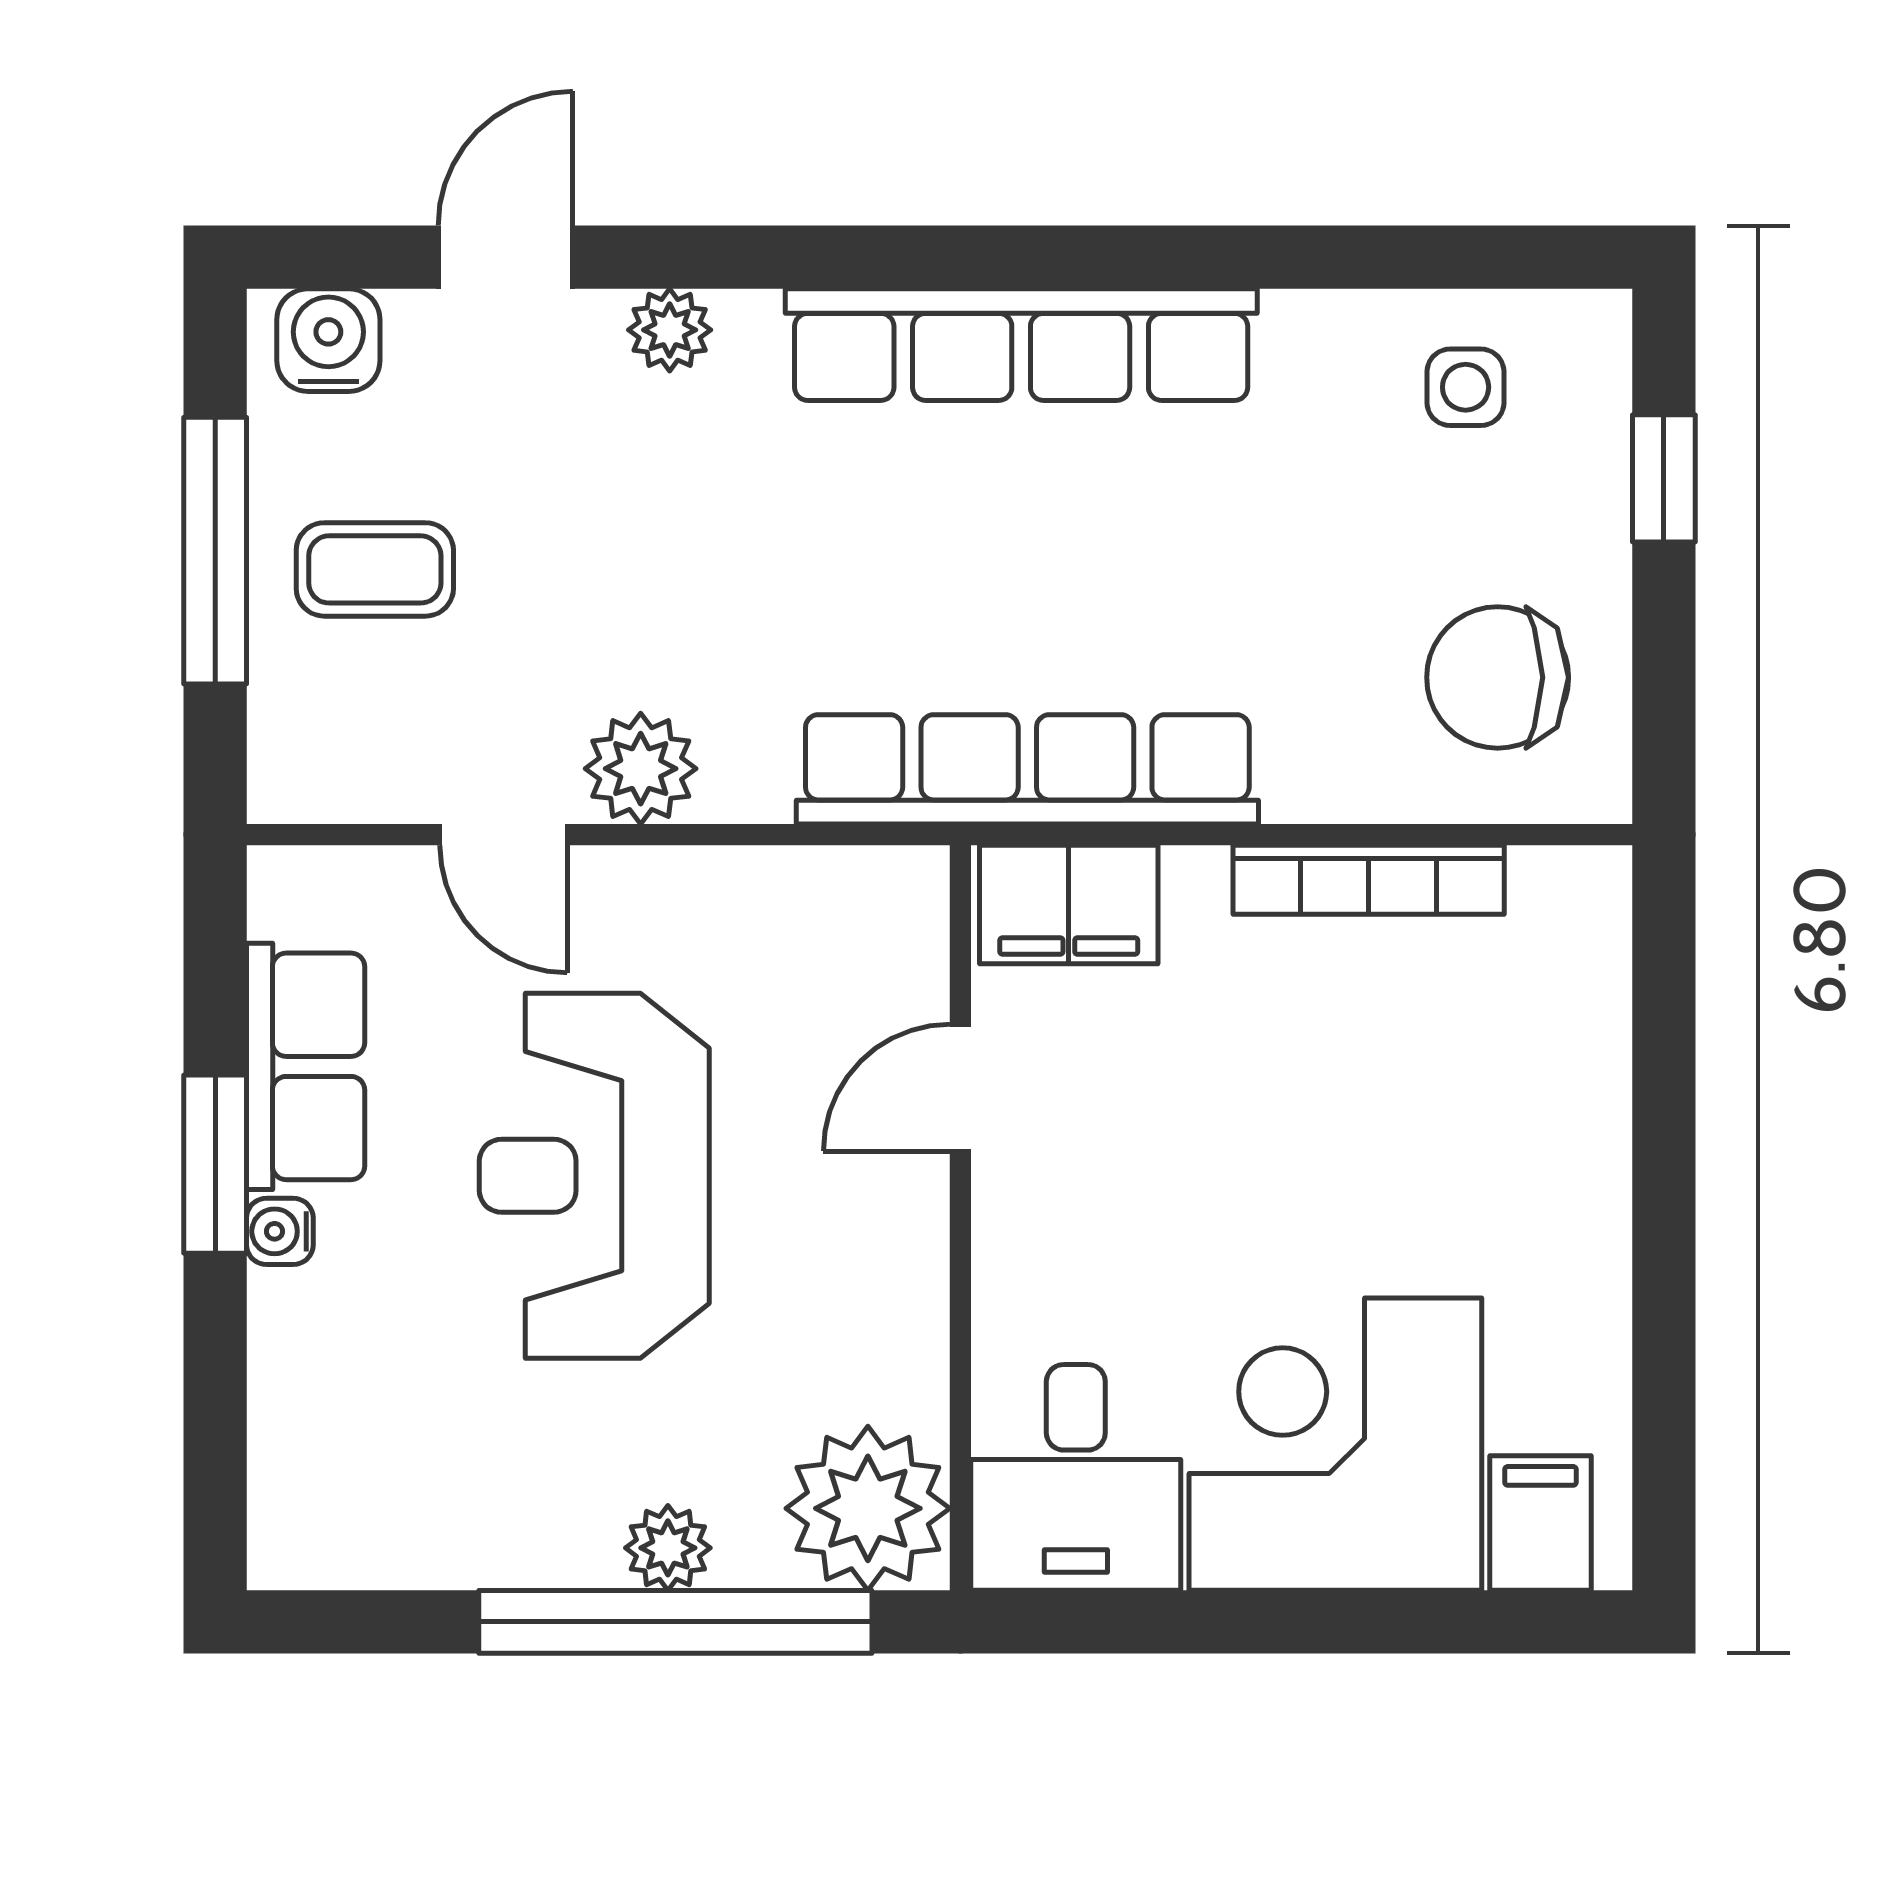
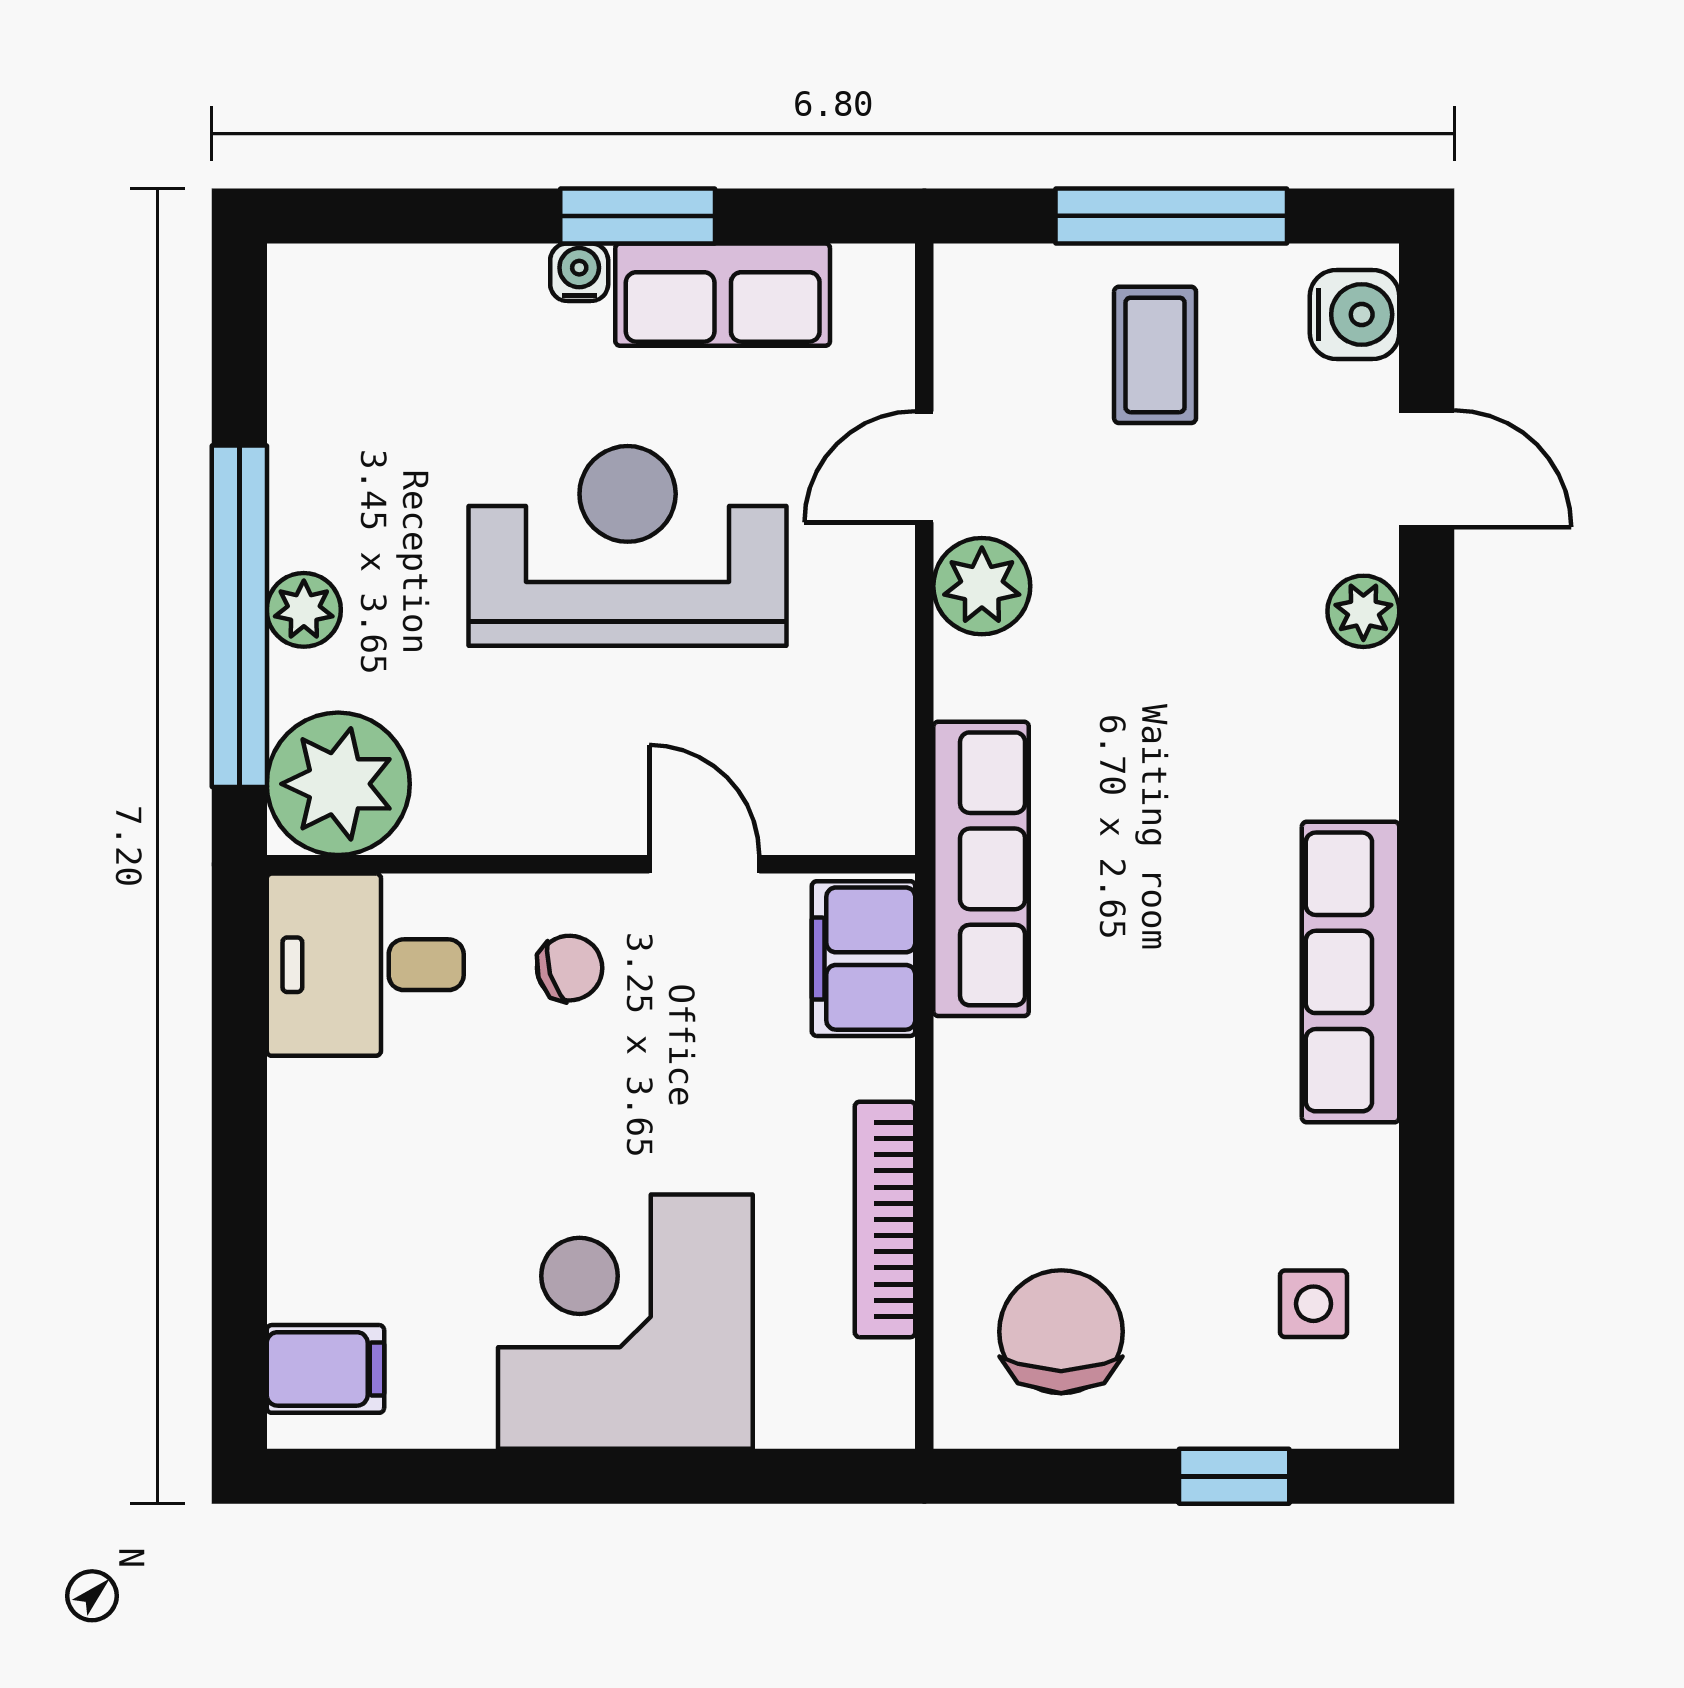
row of seats: (1021, 345) -> (1351, 972), width x0.73
row of seats: (1027, 769) -> (981, 869), width x0.73
chair: (1080, 1242) -> (570, 968), added
corner desk: (1335, 1444) -> (625, 1322), moved, turned -90

